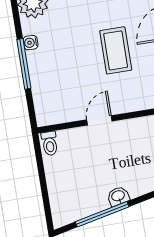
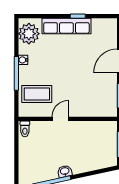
coffee table: (116, 50) -> (37, 94), moved, turned 90

